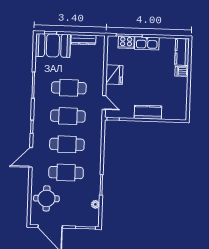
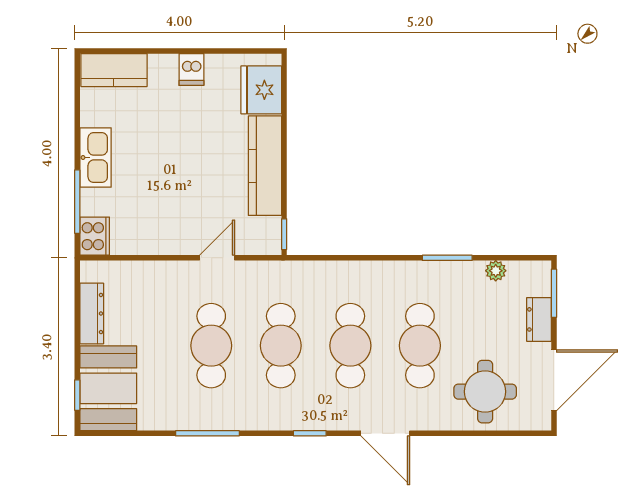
cooker: (126, 42) -> (95, 236), moved
dishwasher: (182, 71) -> (191, 70), moved
fridge: (114, 75) -> (261, 90), moved, turned -90
door: (104, 103) -> (217, 258), moved
kitchen counter: (148, 112) -> (265, 166), width x1.50
dresser: (75, 221) -> (539, 319), added

